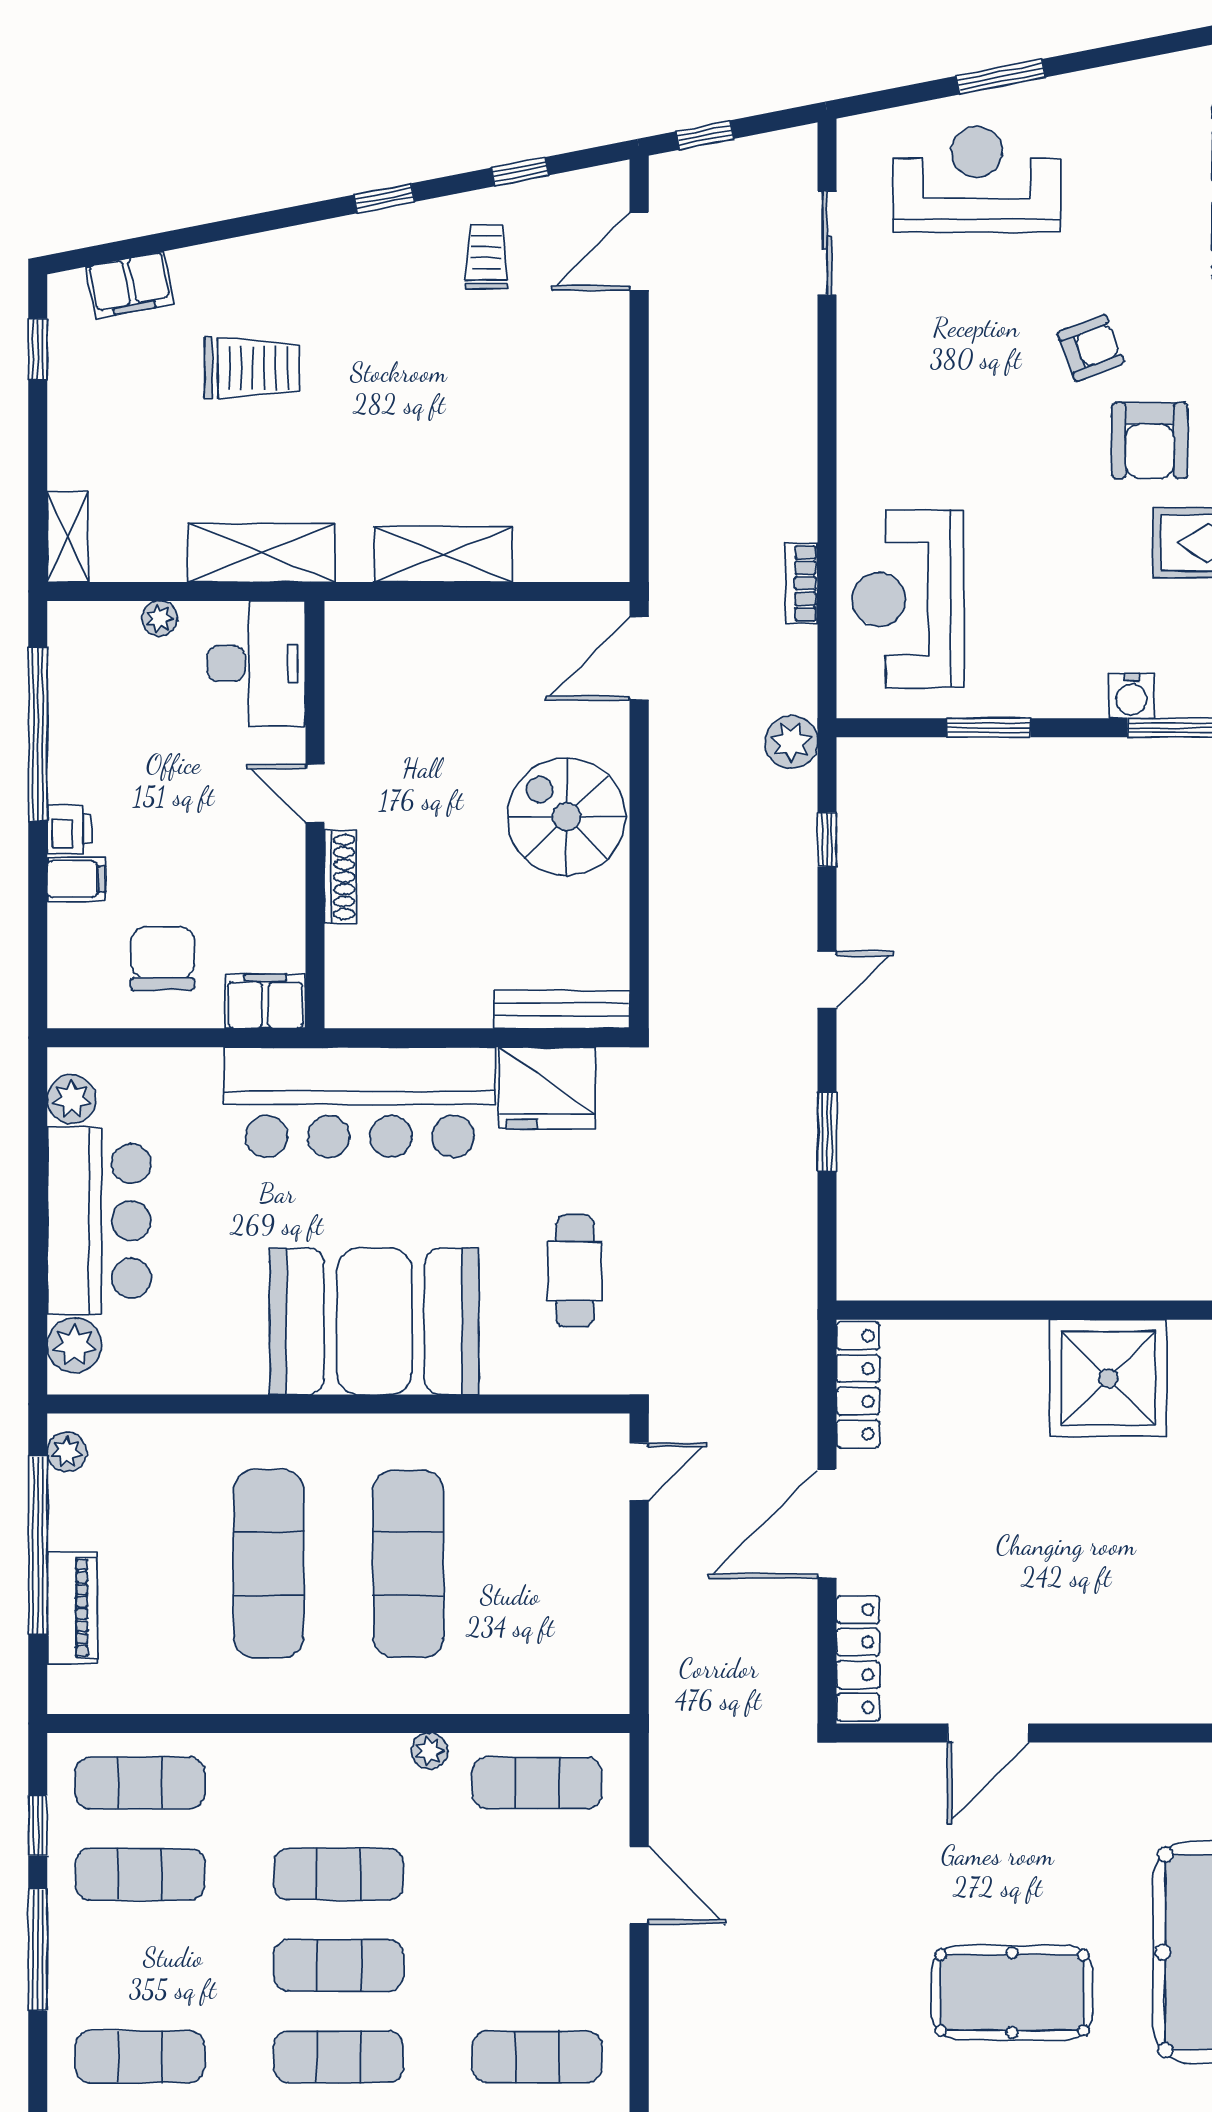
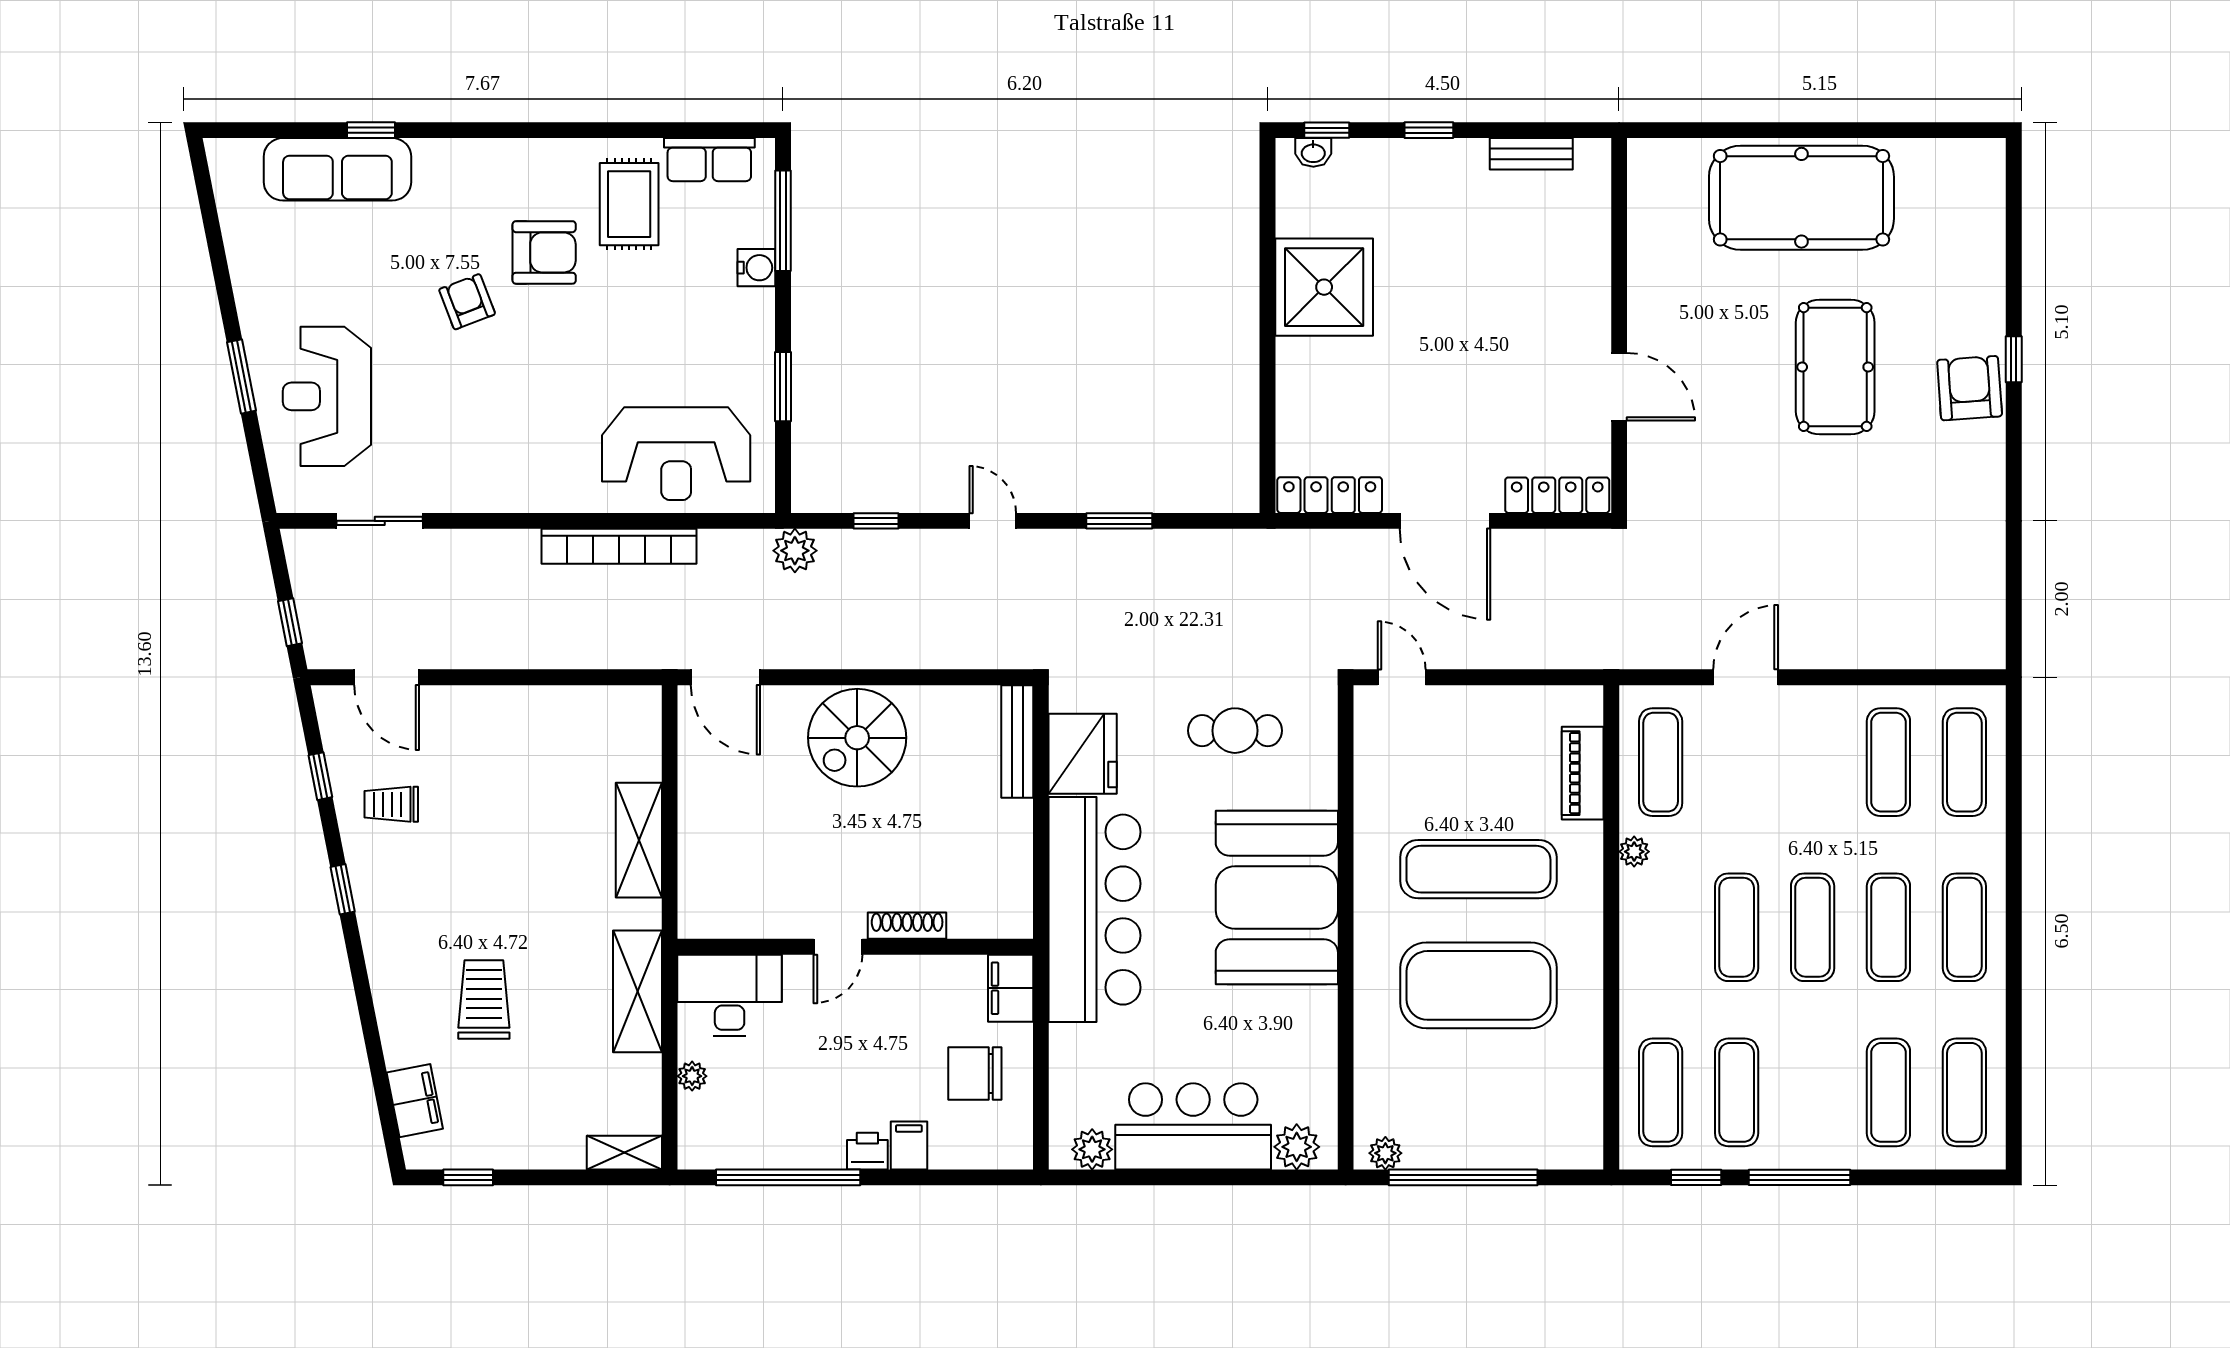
bookcase: (802, 583) -> (619, 546), width x2.31, depth x1.31
exercise mat: (269, 1564) -> (1478, 985), width x1.47
piano: (72, 1608) -> (1583, 773), moved, turned -90

